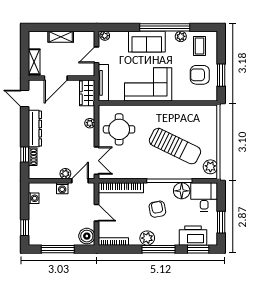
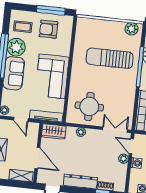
plant: (181, 36) -> (16, 47), width x1.87, depth x1.87
armchair: (200, 75) -> (48, 29), turned 90
window: (221, 75) -> (51, 10), width x1.44
sun lounger: (175, 146) -> (110, 58), turned -116

